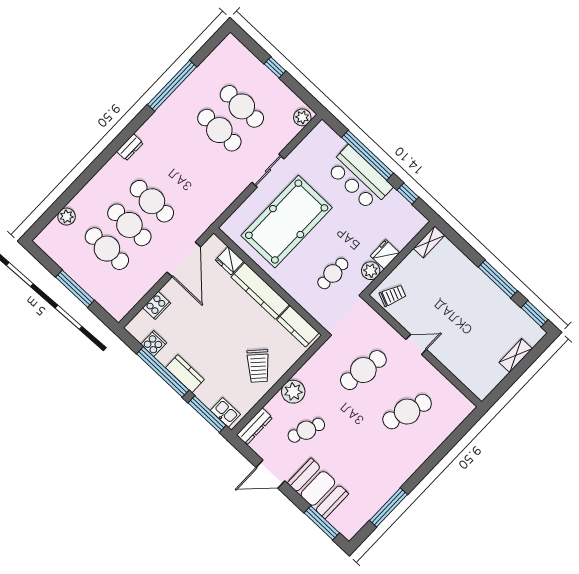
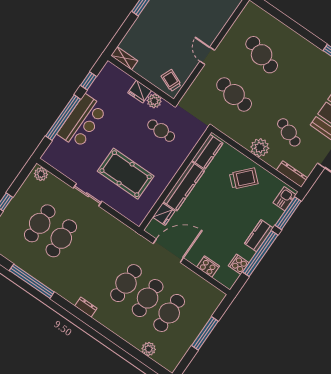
pool table: (287, 222) -> (126, 174), width x0.73, depth x0.76

